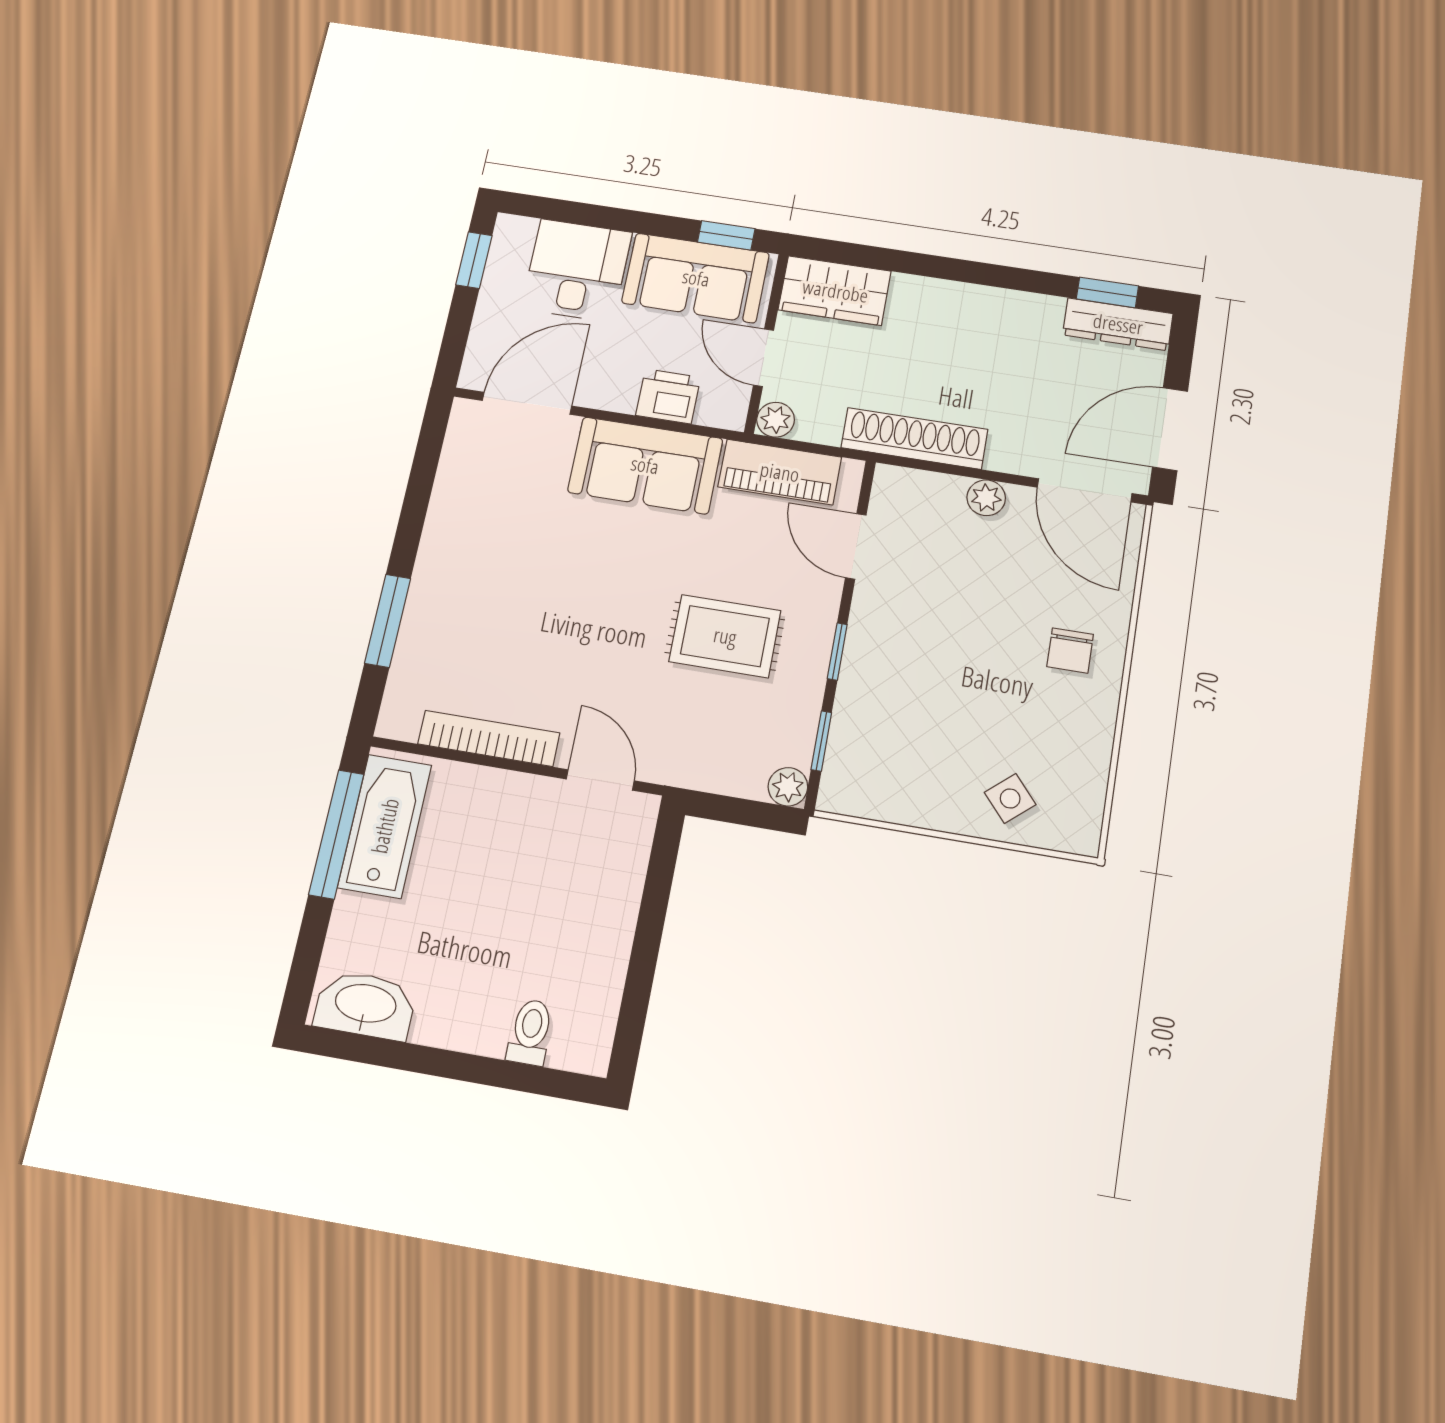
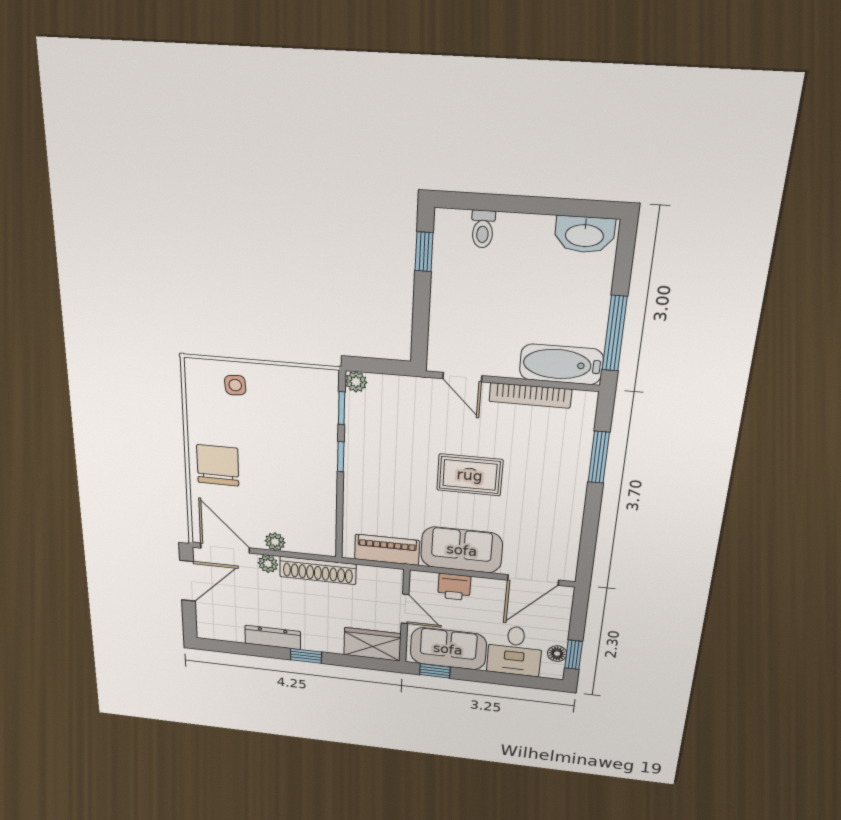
floor lamp: (503, 263) -> (557, 654), added
window: (1107, 292) -> (306, 656), moved
dresser: (1118, 324) -> (273, 637), moved
plant: (776, 420) -> (268, 564), moved
door: (856, 546) -> (340, 513), removed
rug: (725, 636) -> (470, 475), moved
chair: (1070, 650) -> (218, 465), width x1.87, depth x1.87
side table: (1010, 798) -> (235, 385), turned 36
bathtub: (385, 826) -> (561, 364), moved, turned 90
window: (635, 1004) -> (424, 252), added

